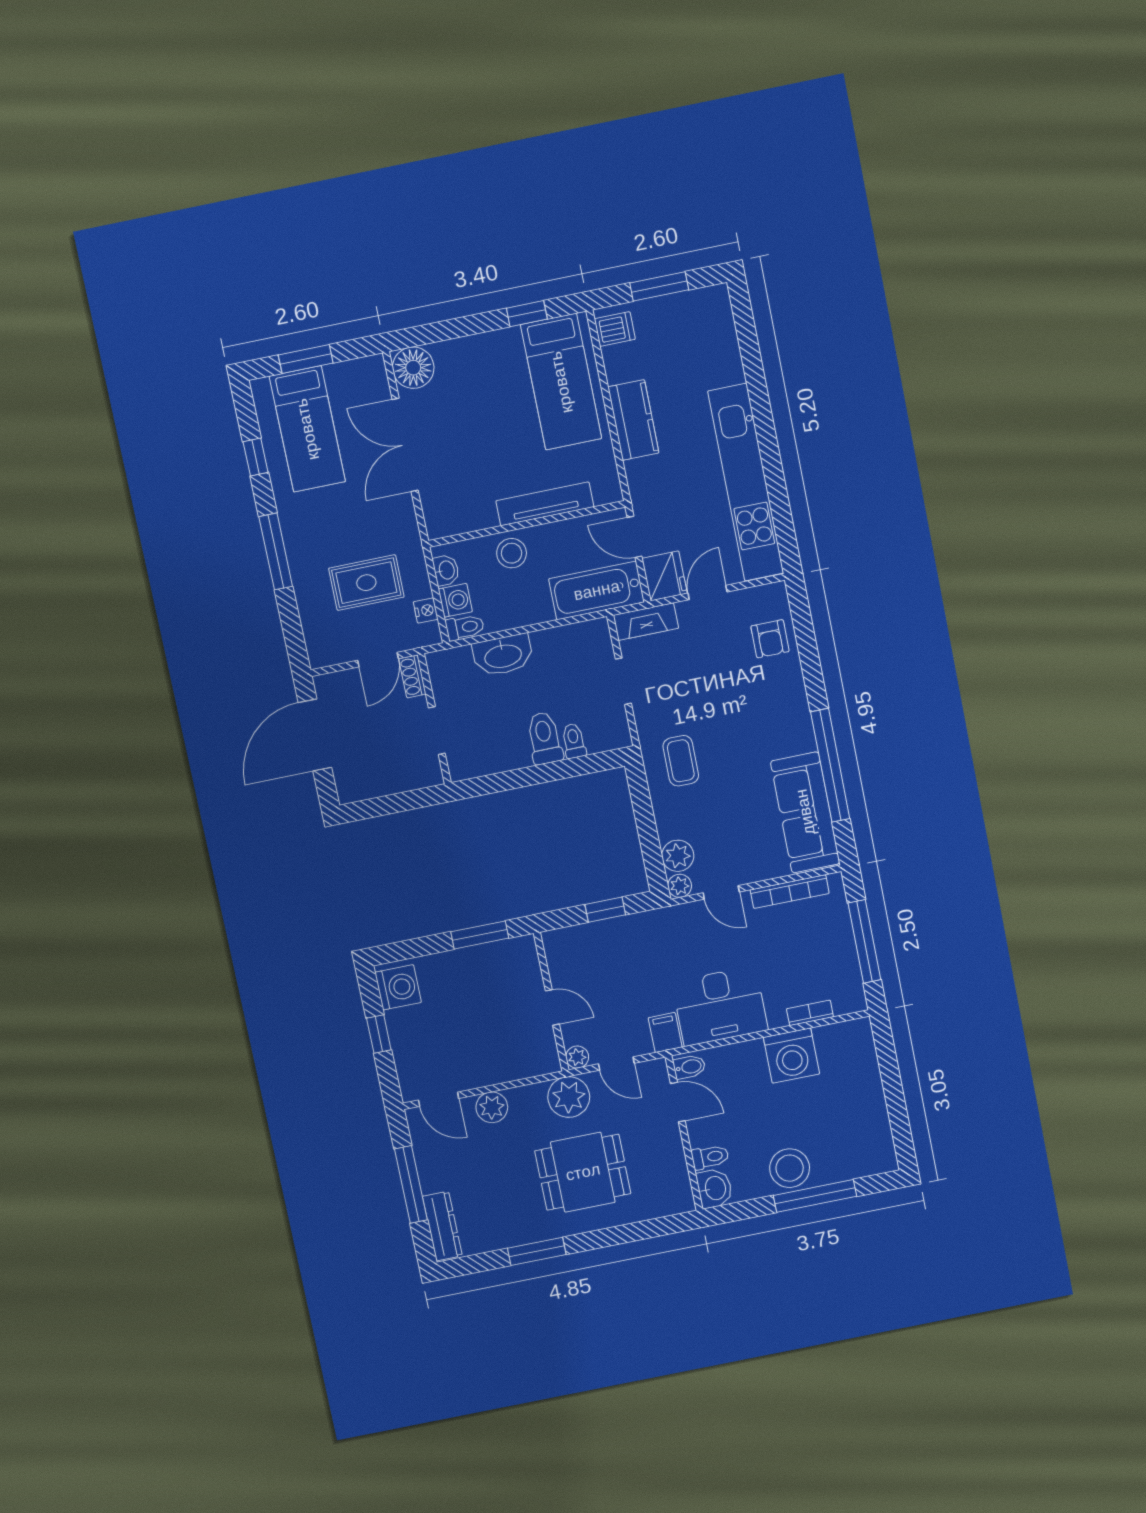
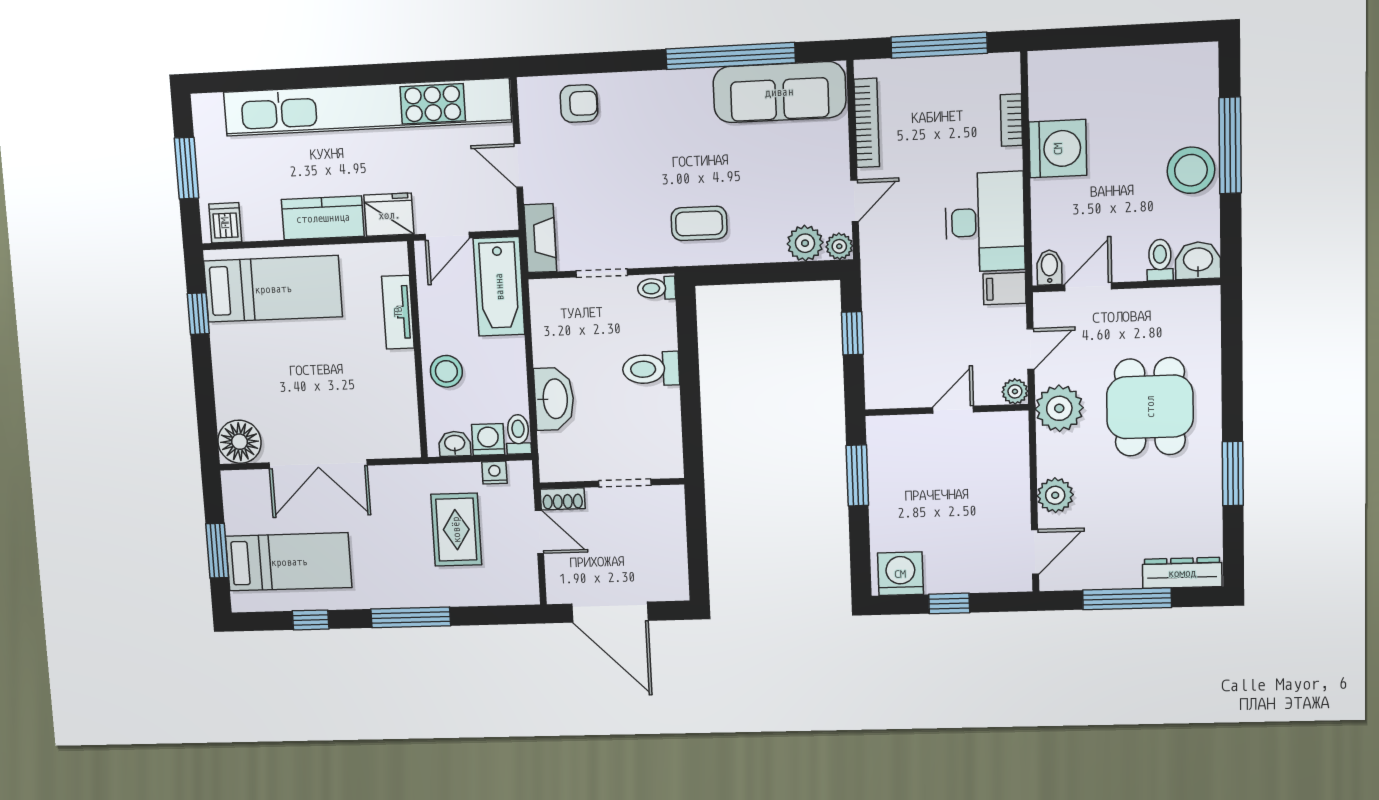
kitchen unit: (746, 482) -> (367, 107), width x1.36
tv unit: (545, 504) -> (398, 312), width x0.71
fridge: (665, 576) -> (389, 215), moved
toilet: (574, 741) -> (656, 288), moved

